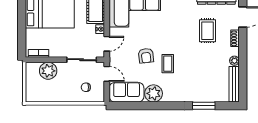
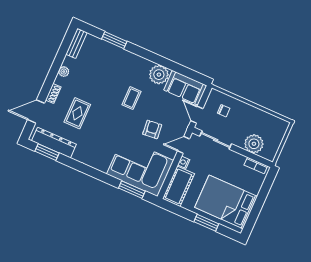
armchair: (146, 56) -> (152, 129), moved
bench: (234, 84) -> (76, 44), width x0.73

